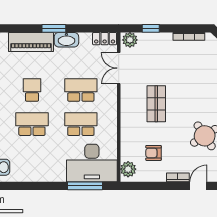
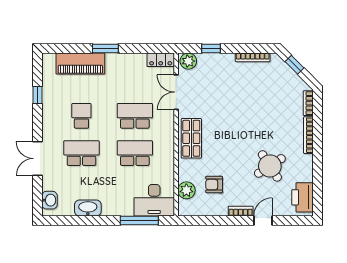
washbasin: (66, 40) -> (88, 208), moved, turned 180
shop shelf: (156, 104) -> (191, 138), moved
desk: (92, 163) -> (154, 200), width x0.73, depth x0.77
plant: (128, 169) -> (186, 190), moved

